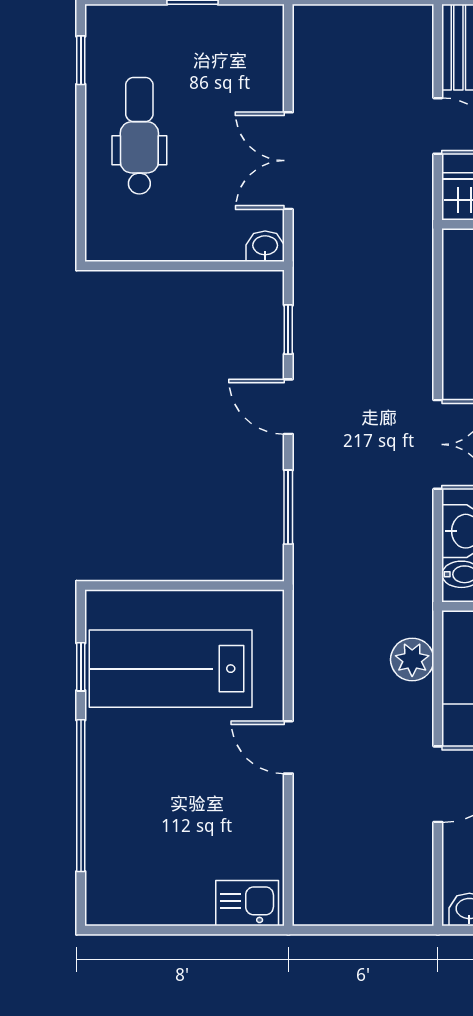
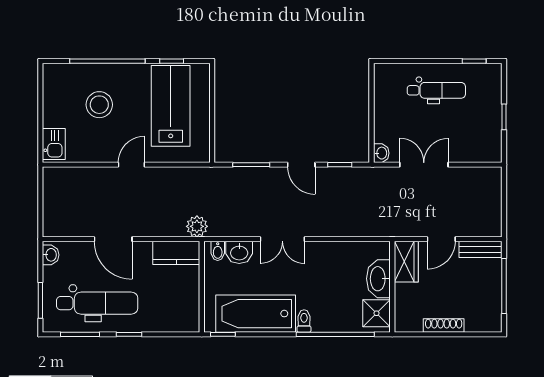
door: (288, 407) -> (301, 165), swing flipped
plant: (412, 660) -> (197, 226), moved
stool: (168, 812) -> (99, 105), added

